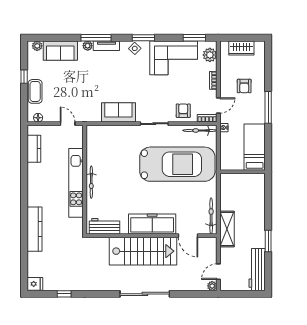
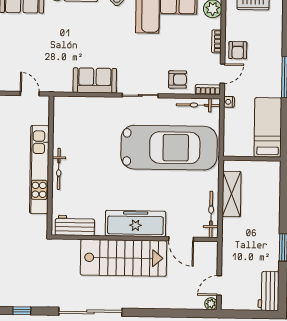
armchair: (244, 86) -> (238, 50), moved
armchair: (183, 111) -> (178, 79), turned 90
shelving: (227, 229) -> (232, 194), moved
workbench: (257, 270) -> (269, 291), width x0.73
sliding door: (145, 294) -> (90, 312), moved

